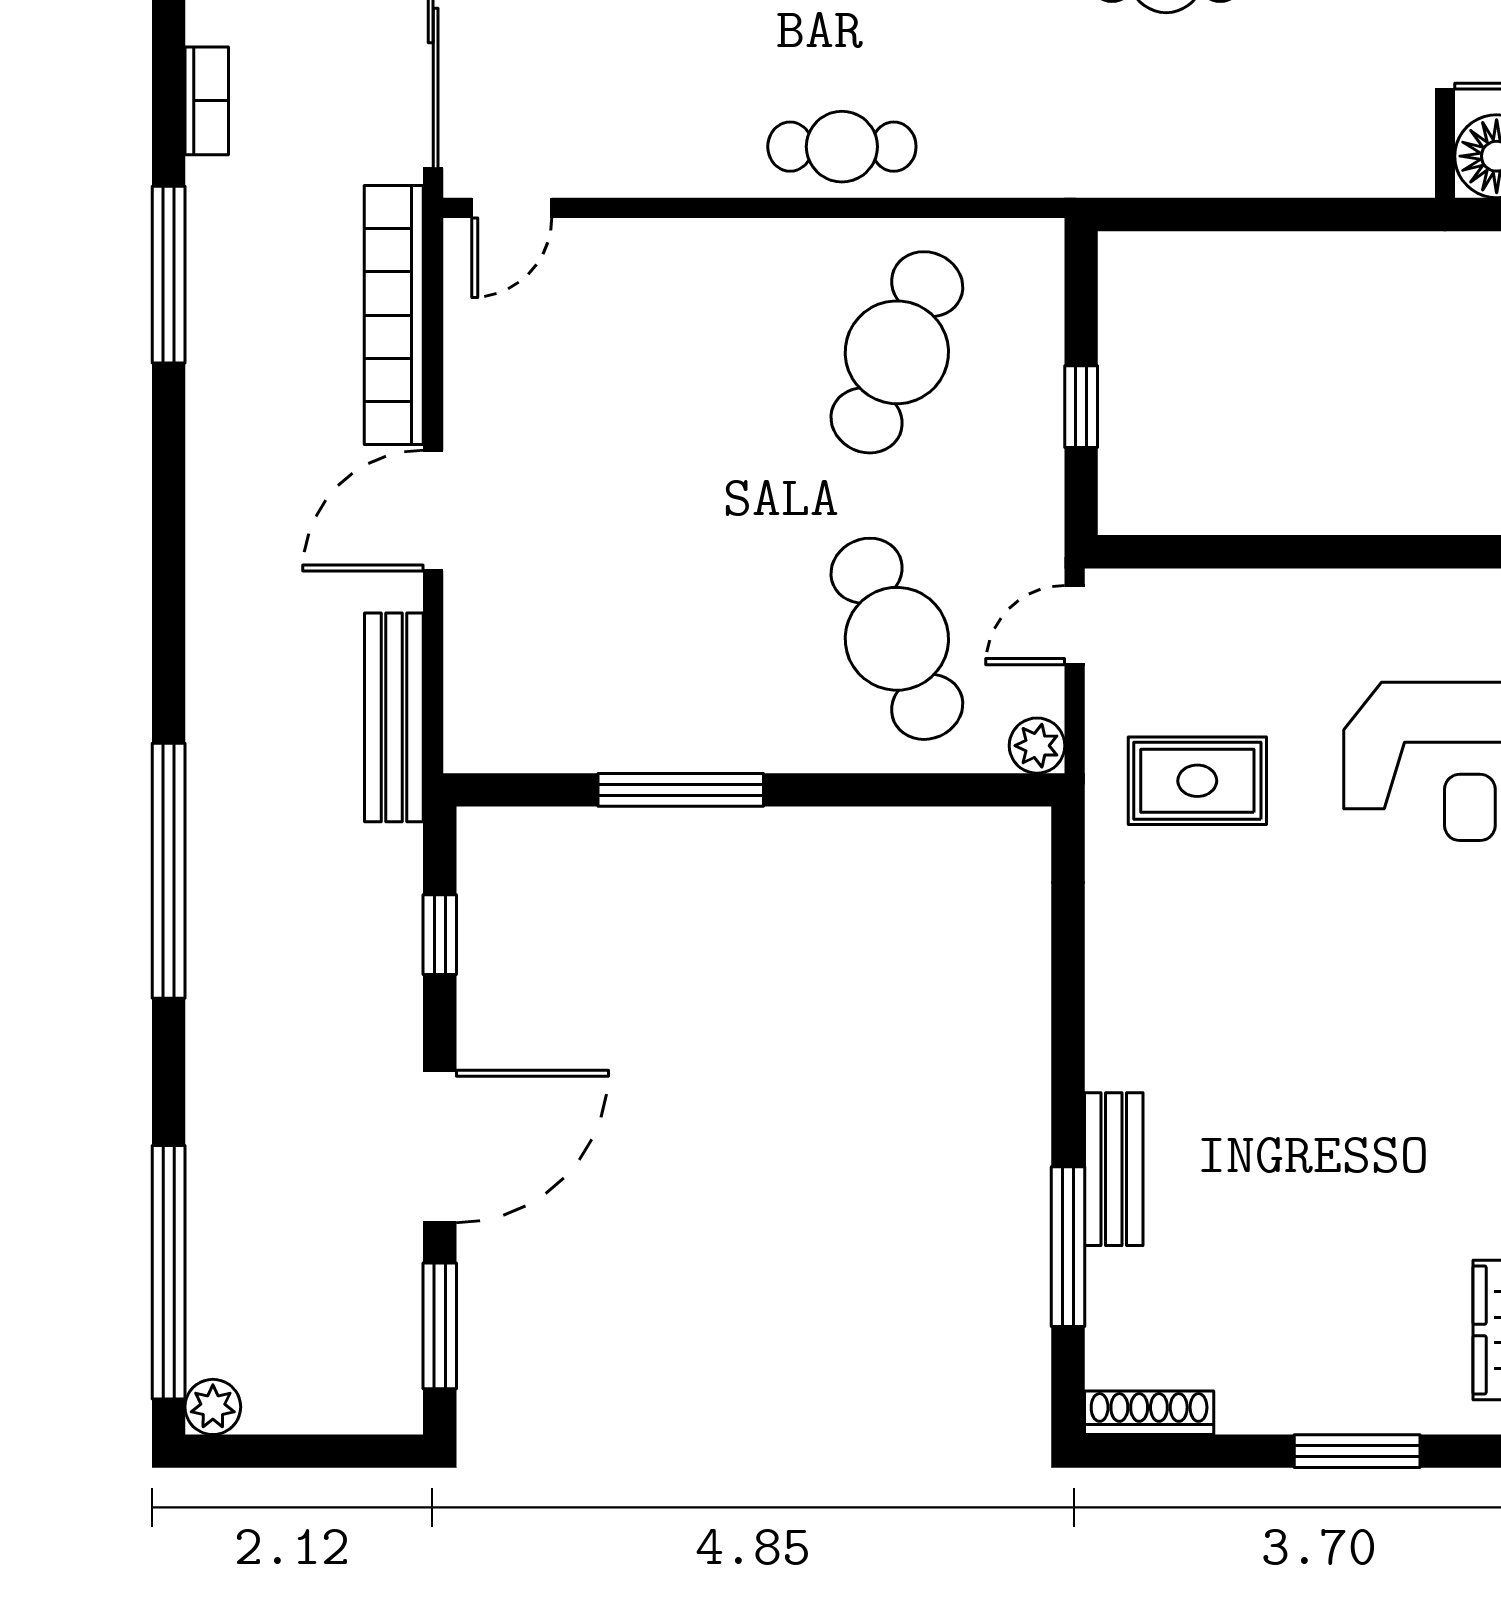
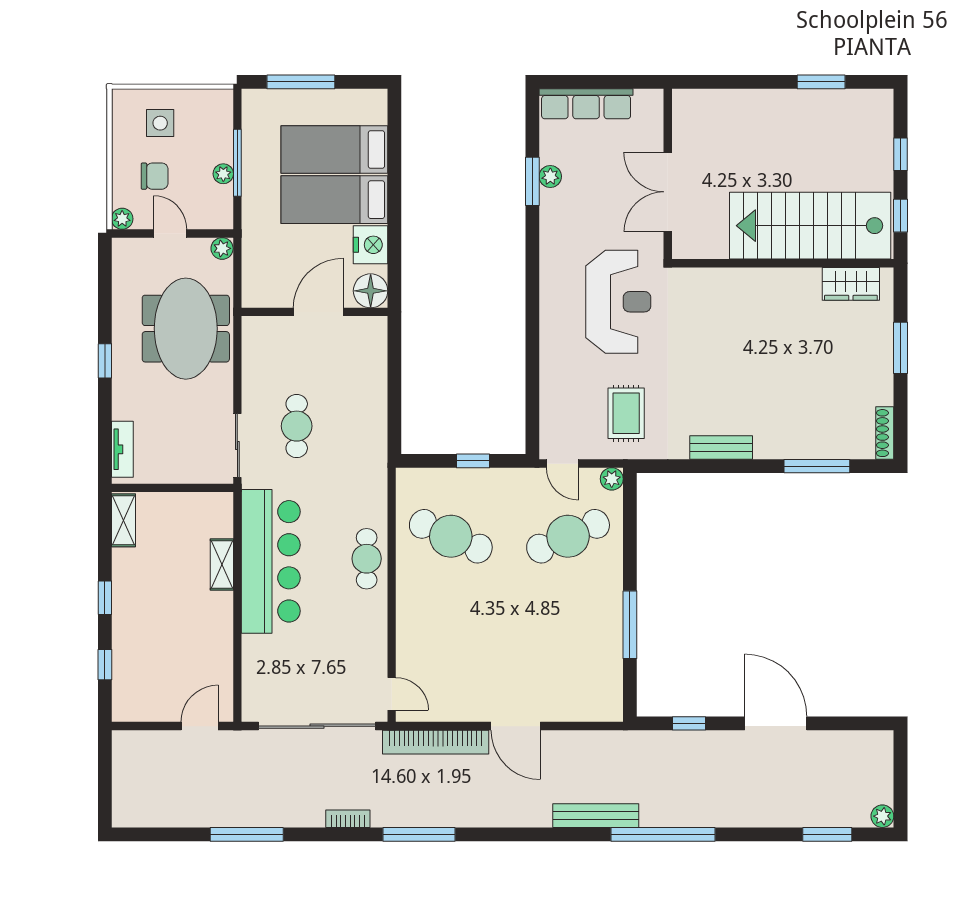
bench: (394, 717) -> (596, 816), moved
bench: (1114, 1169) -> (721, 447), moved
window: (169, 1272) -> (827, 834), width x0.47
window: (440, 1326) -> (849, 723), removed

